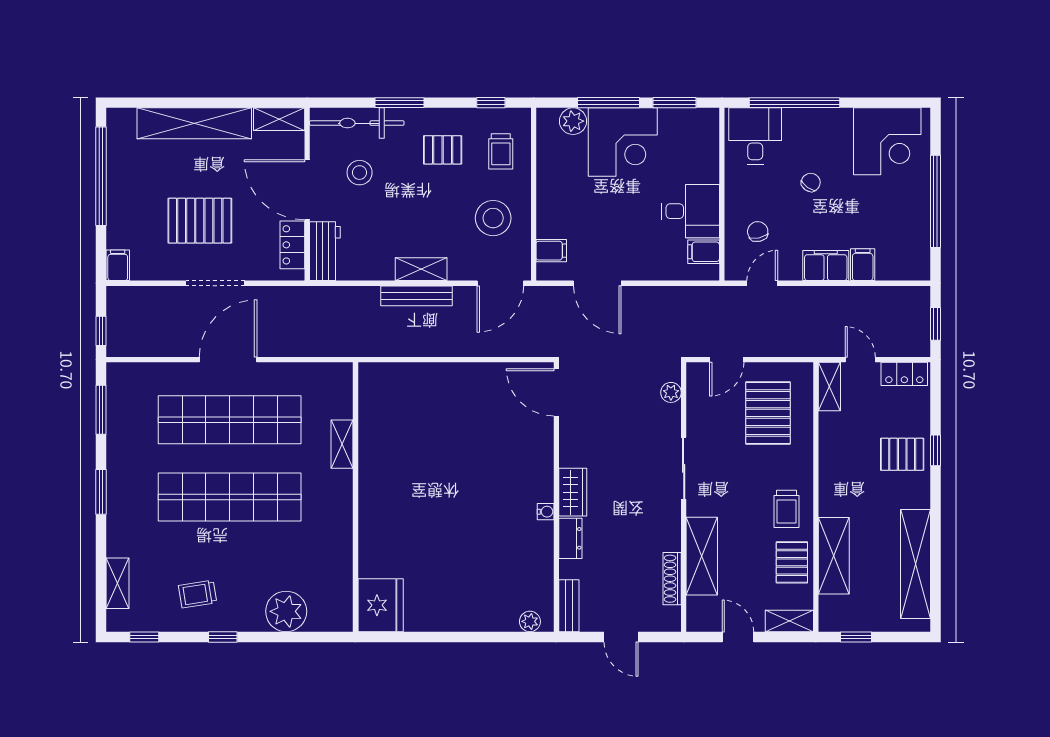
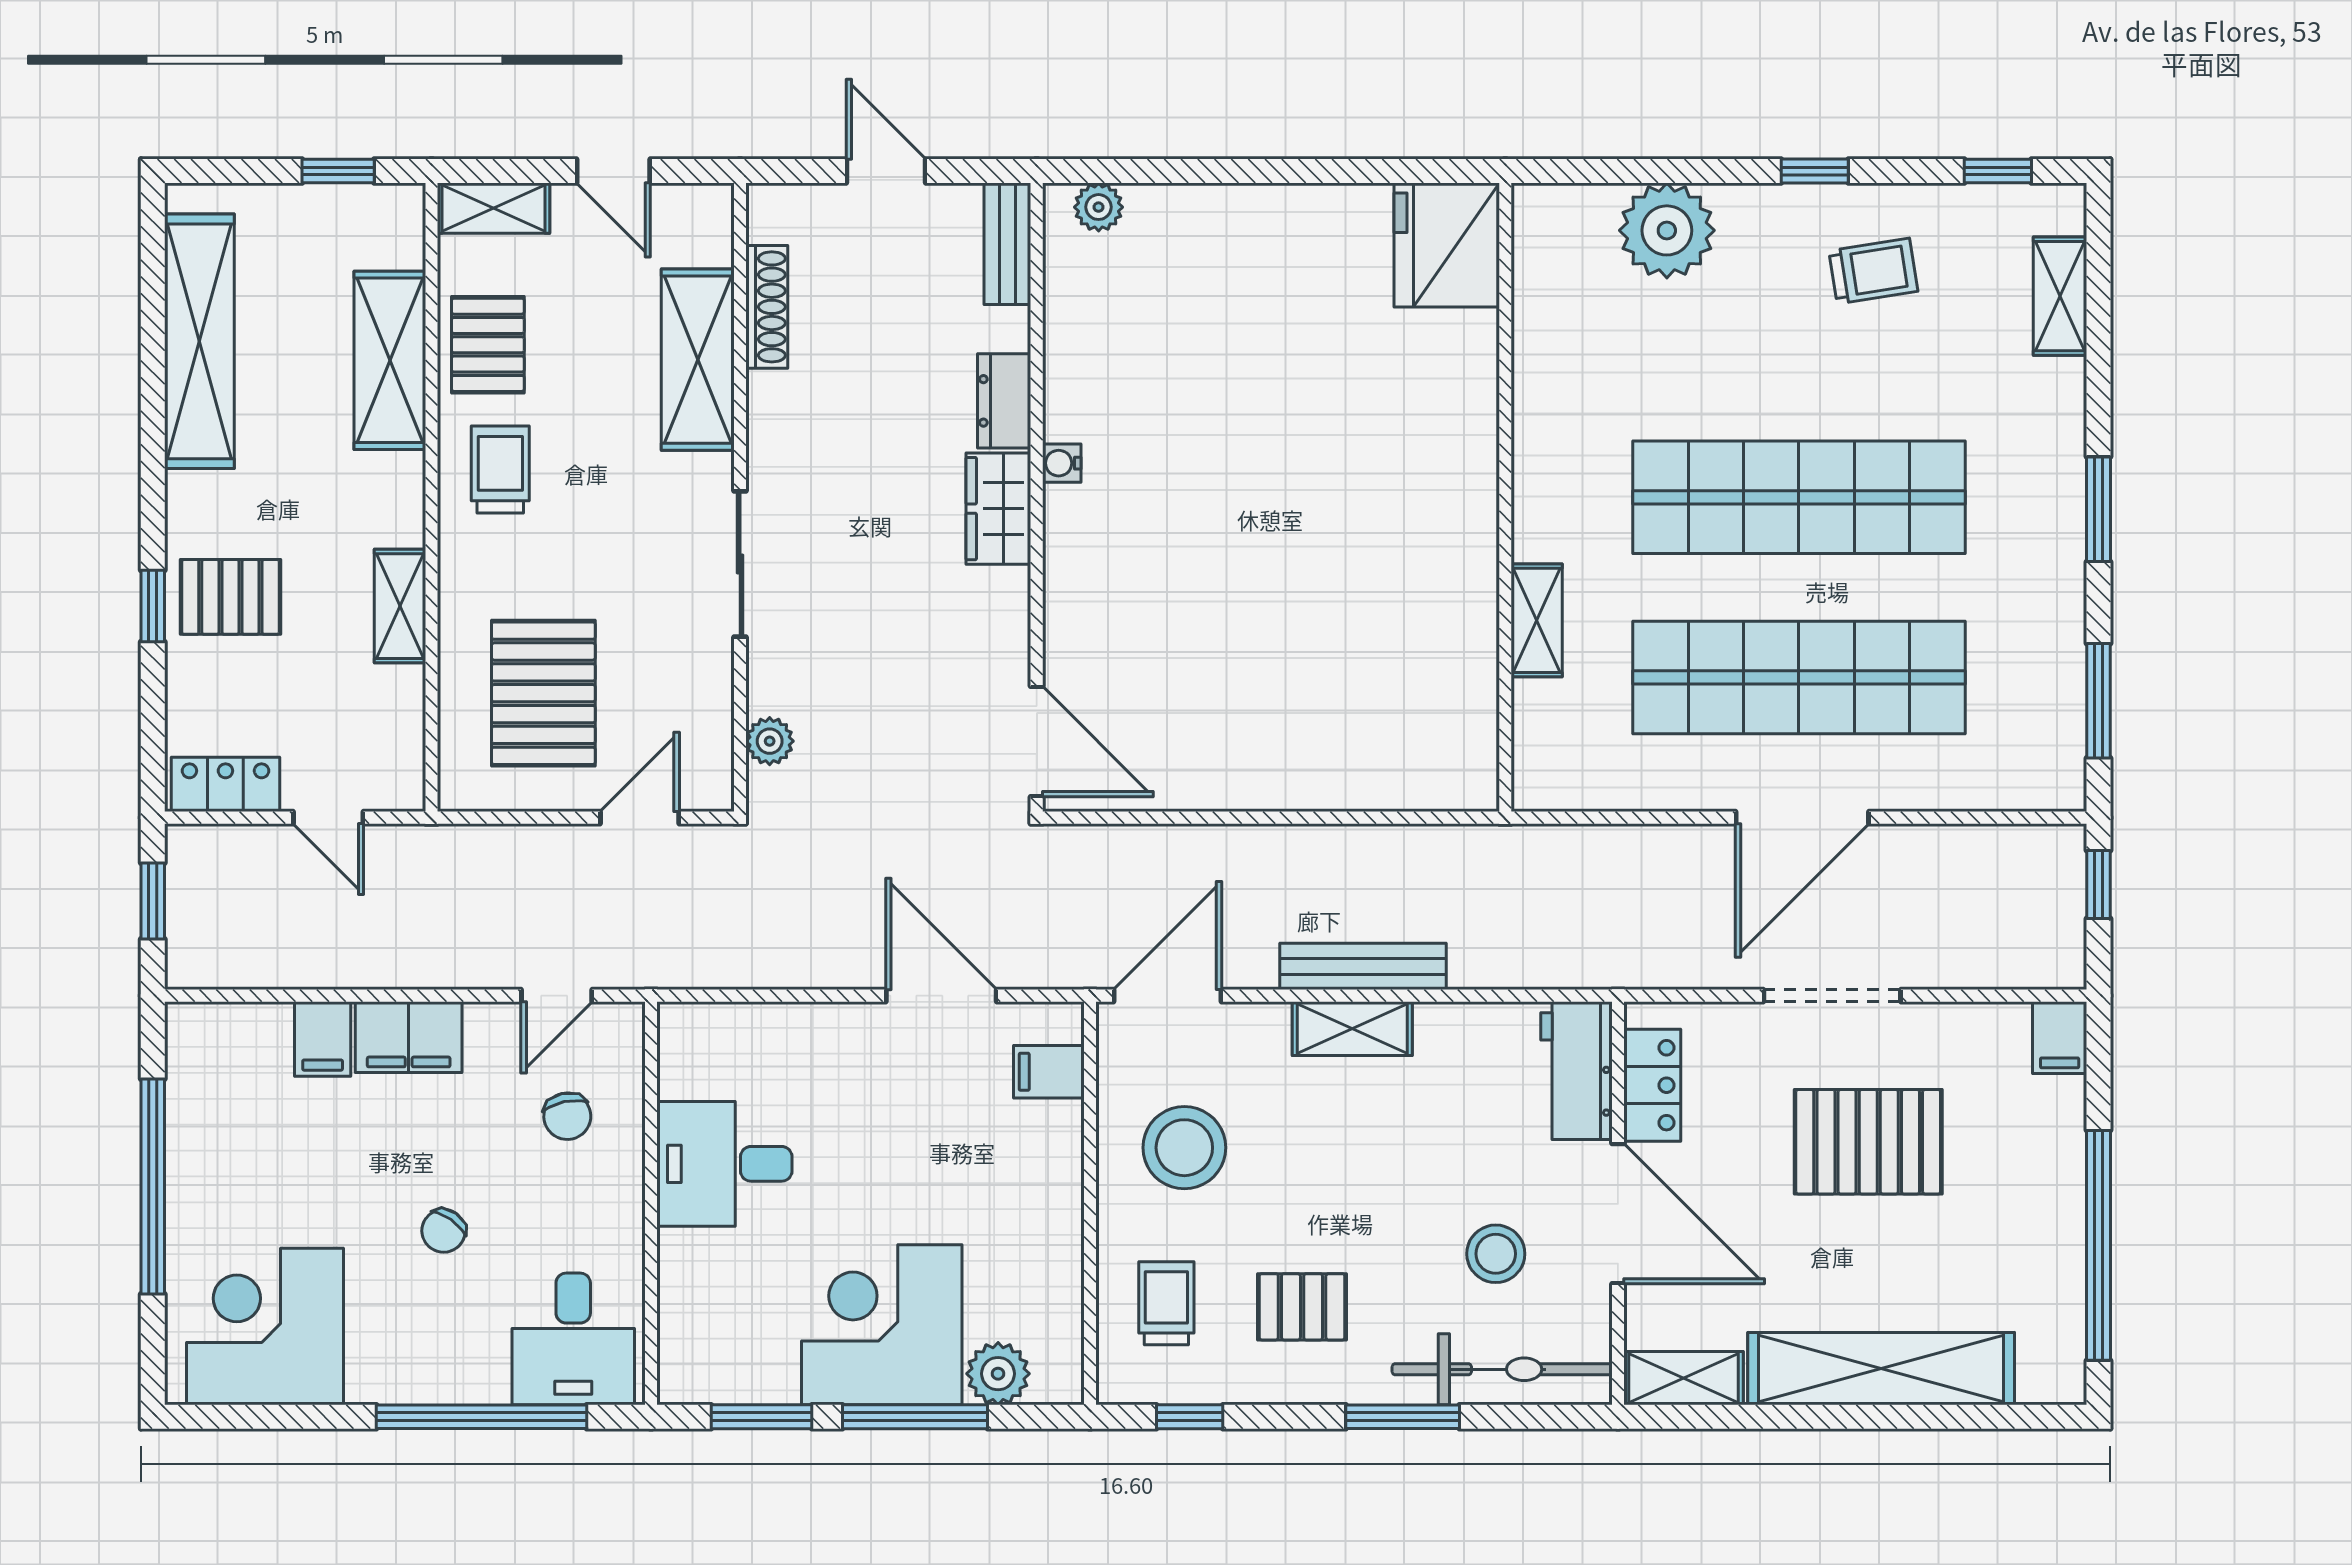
filing cabinet: (704, 252) -> (694, 1069), removed
shelving: (829, 387) -> (400, 606), moved

